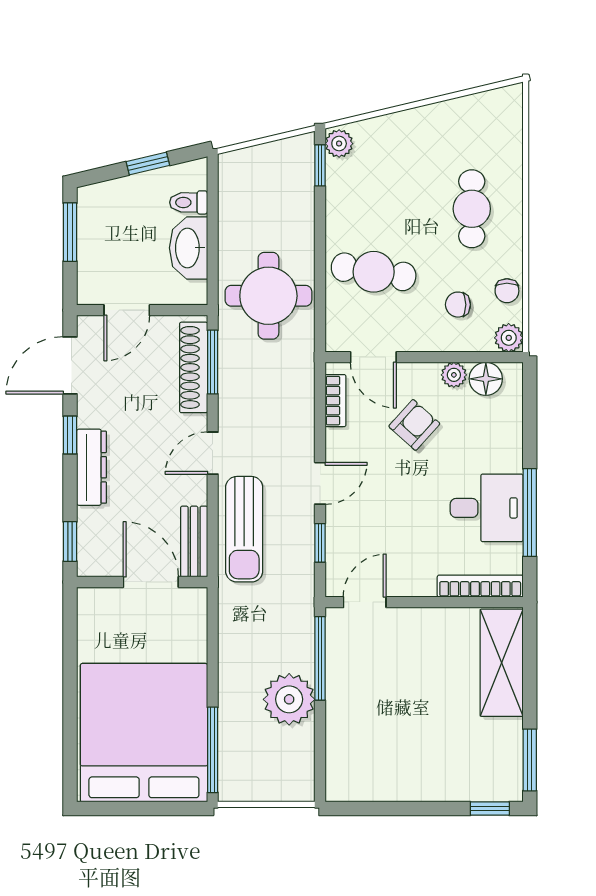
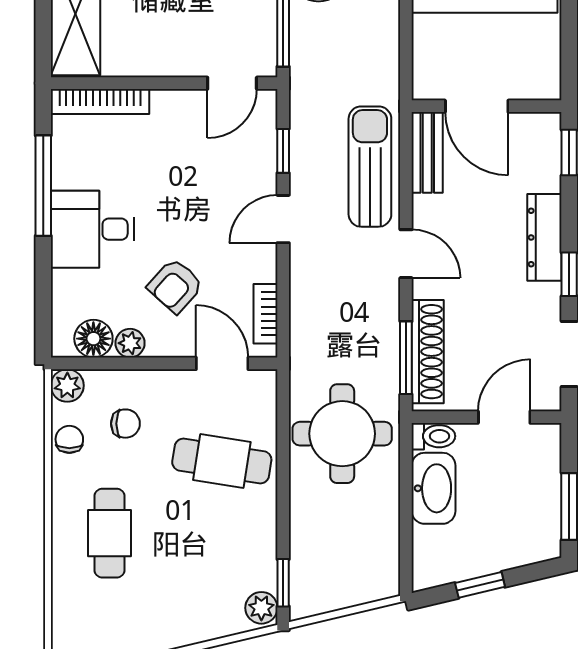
toilet: (189, 202) -> (433, 436), moved
door: (213, 453) -> (406, 254), hinge flipped
desk: (487, 508) -> (93, 229), moved

